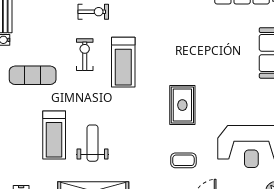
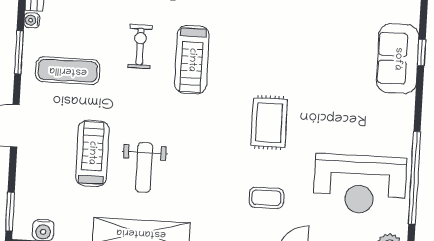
treadmill: (54, 135) -> (92, 153), turned 180
weight bench: (93, 143) -> (144, 167), turned 180

